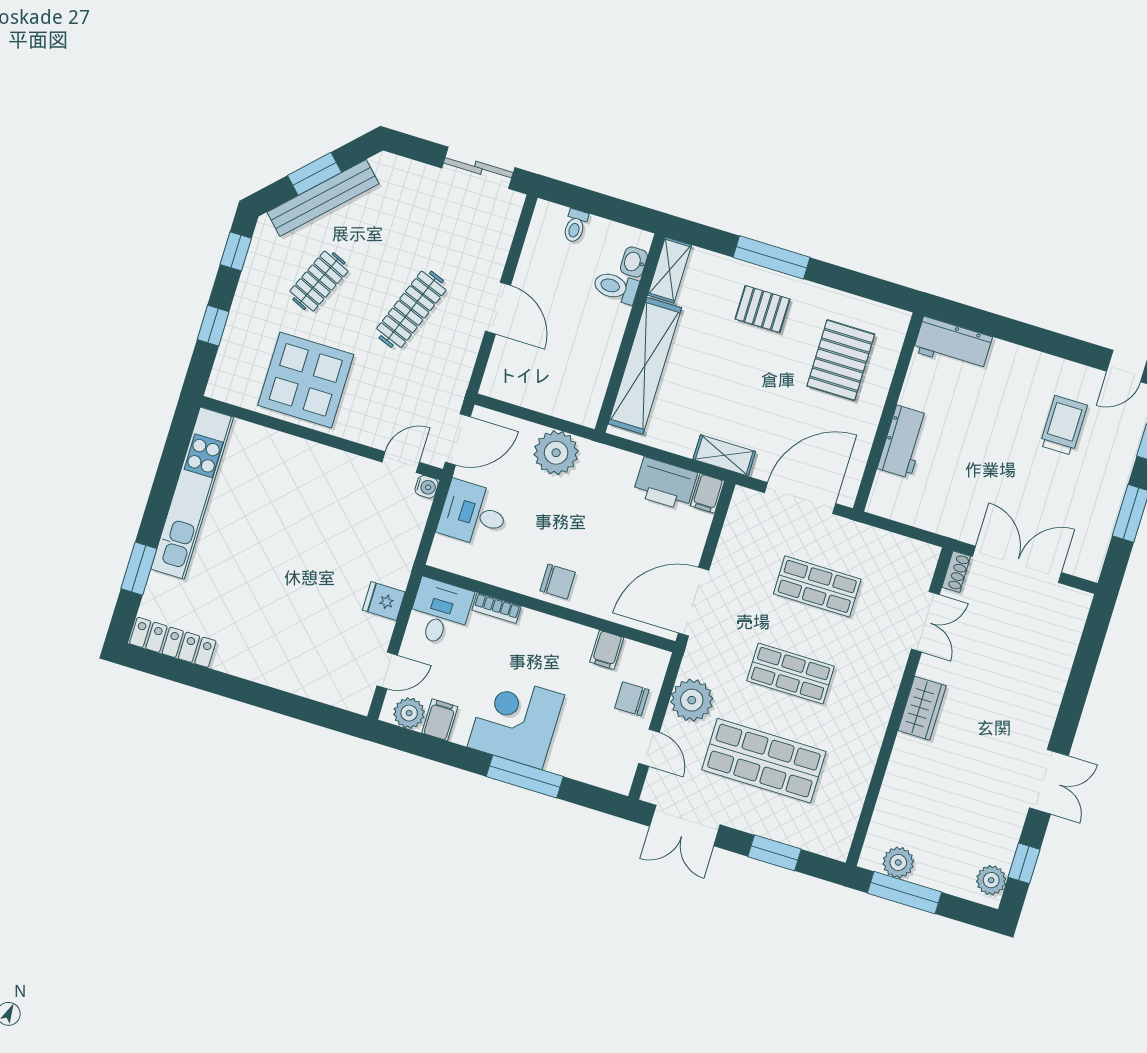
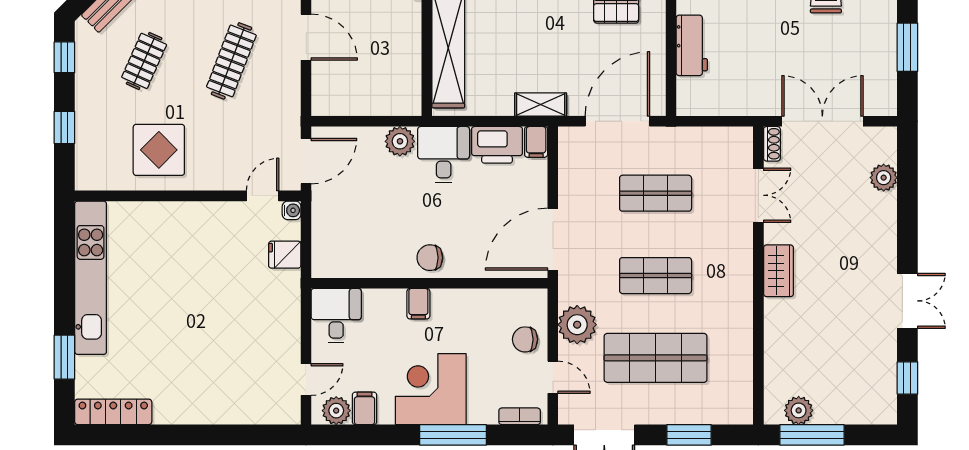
display table: (306, 380) -> (159, 150), width x0.73, depth x0.73
plant: (556, 453) -> (400, 141), width x0.73, depth x0.73
desk: (473, 514) -> (444, 154), moved, turned 90
chair: (558, 582) -> (430, 258), turned 180
fridge: (384, 601) -> (285, 255), moved
bookcase: (497, 608) -> (520, 416), moved, turned 180
filing cabinet: (607, 650) -> (418, 304), moved
plant: (991, 880) -> (884, 178), moved

